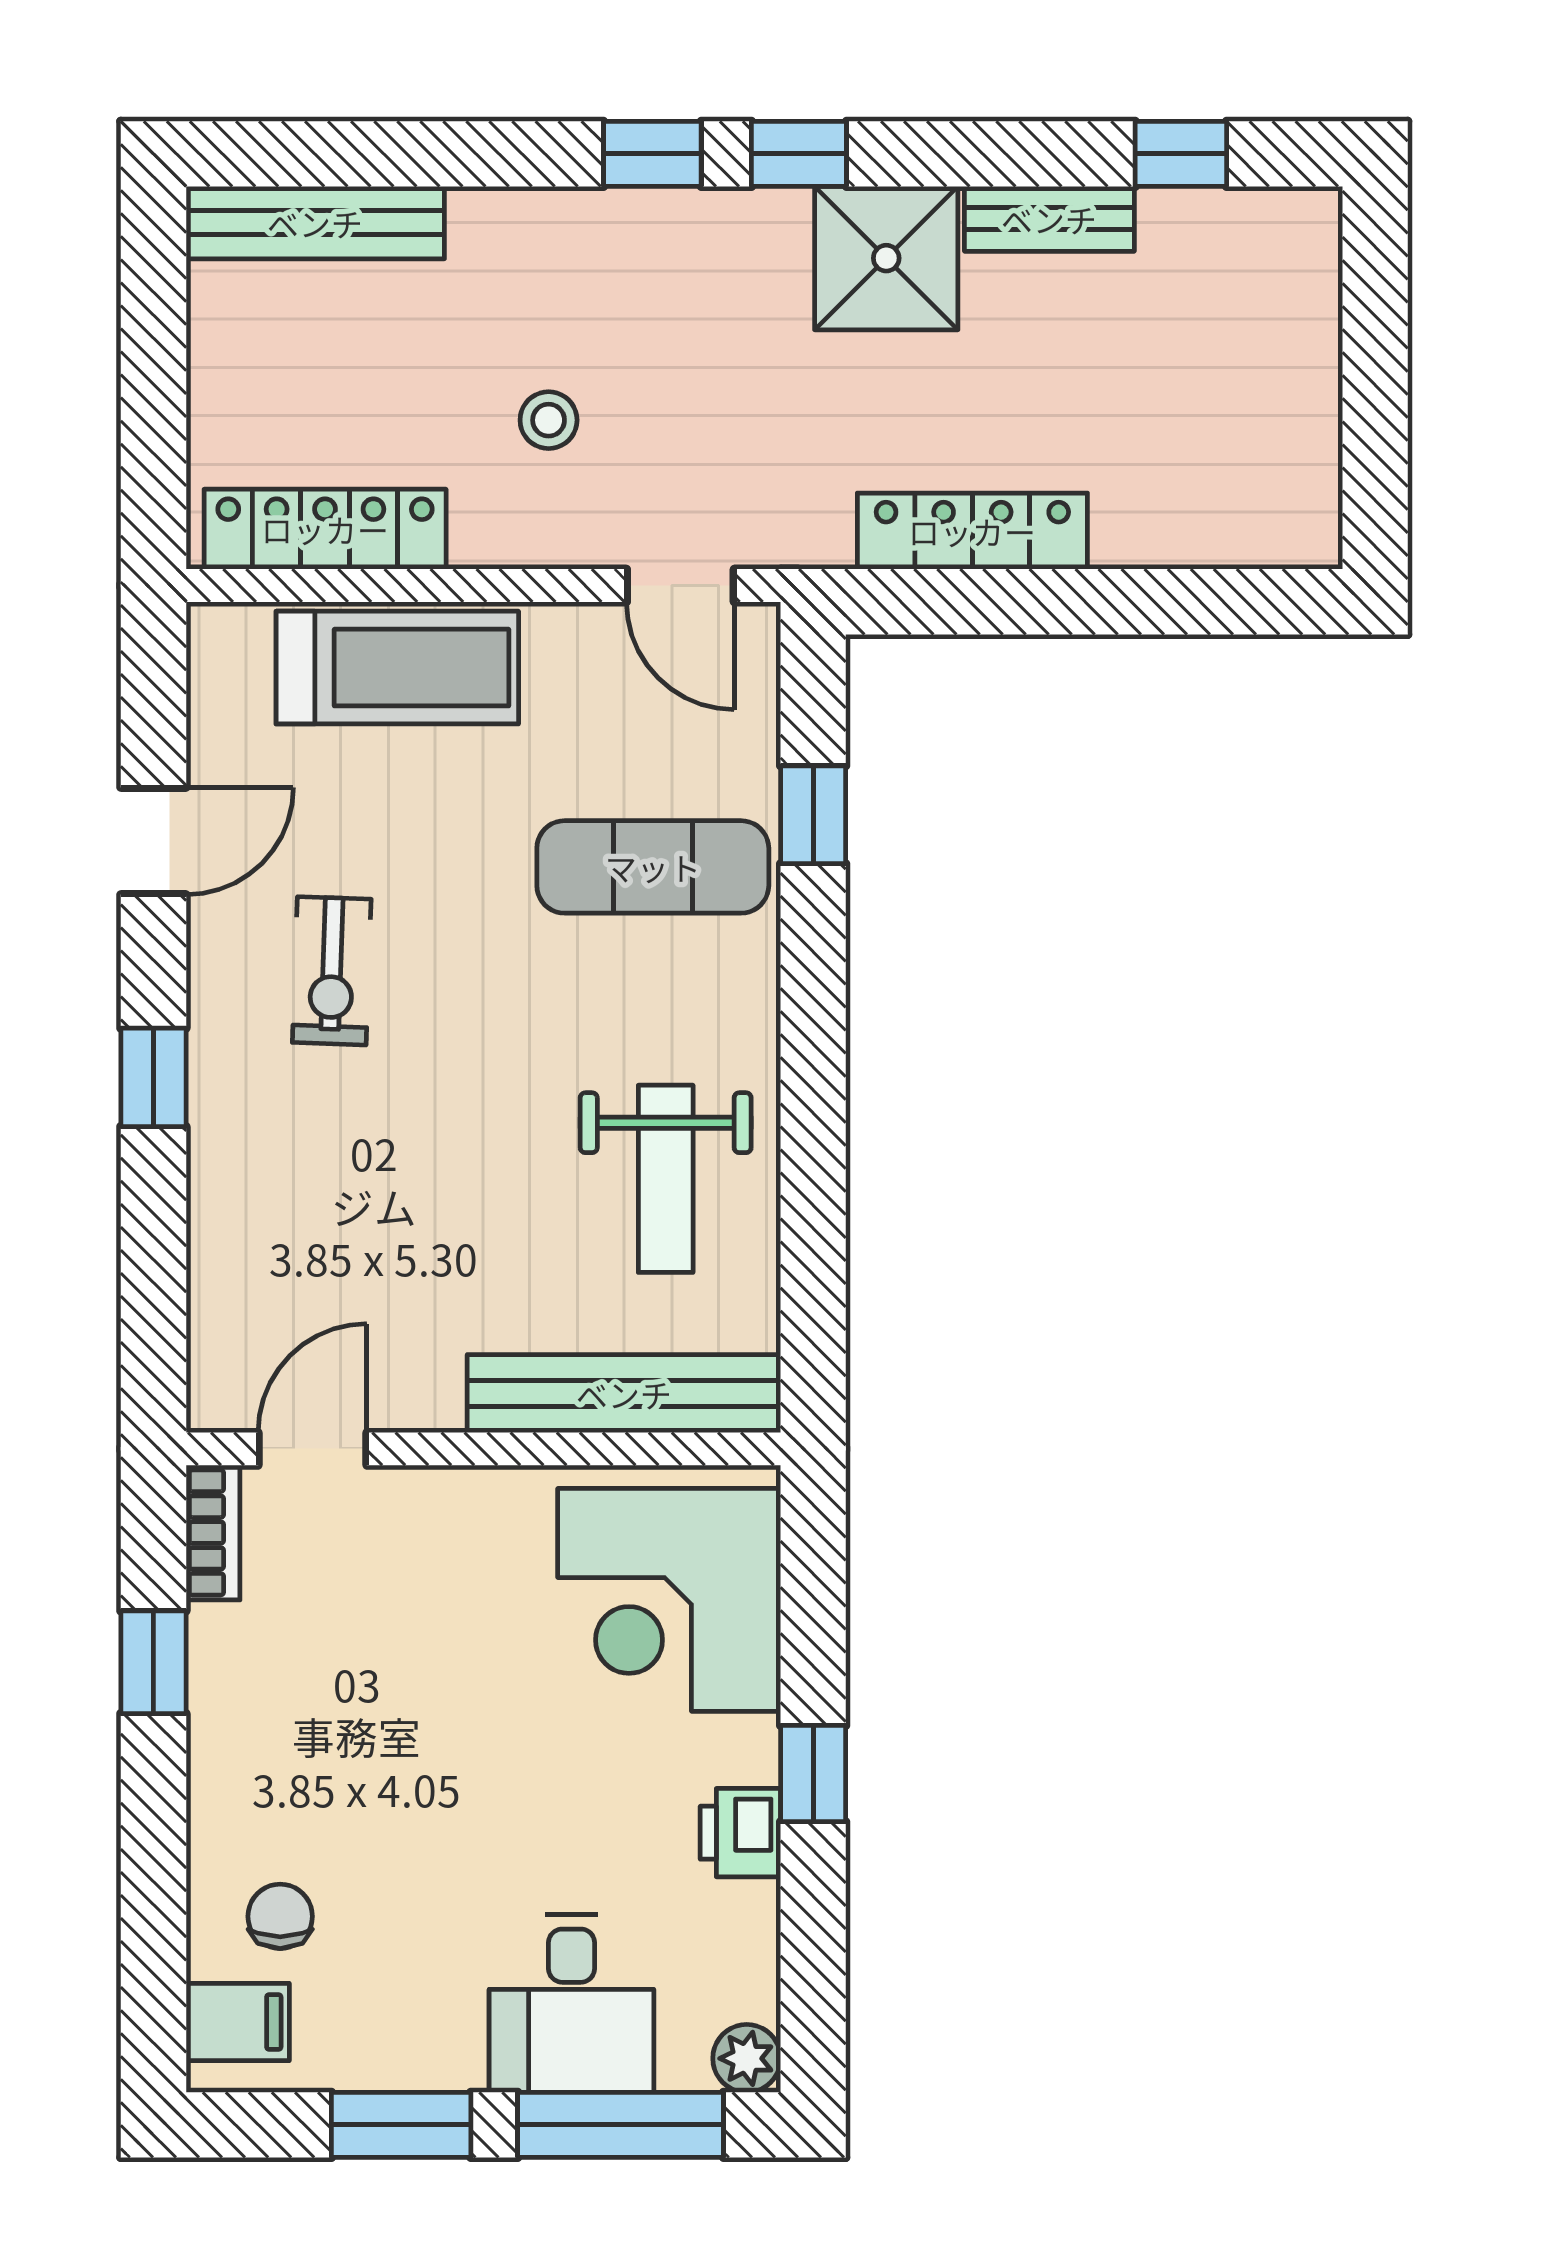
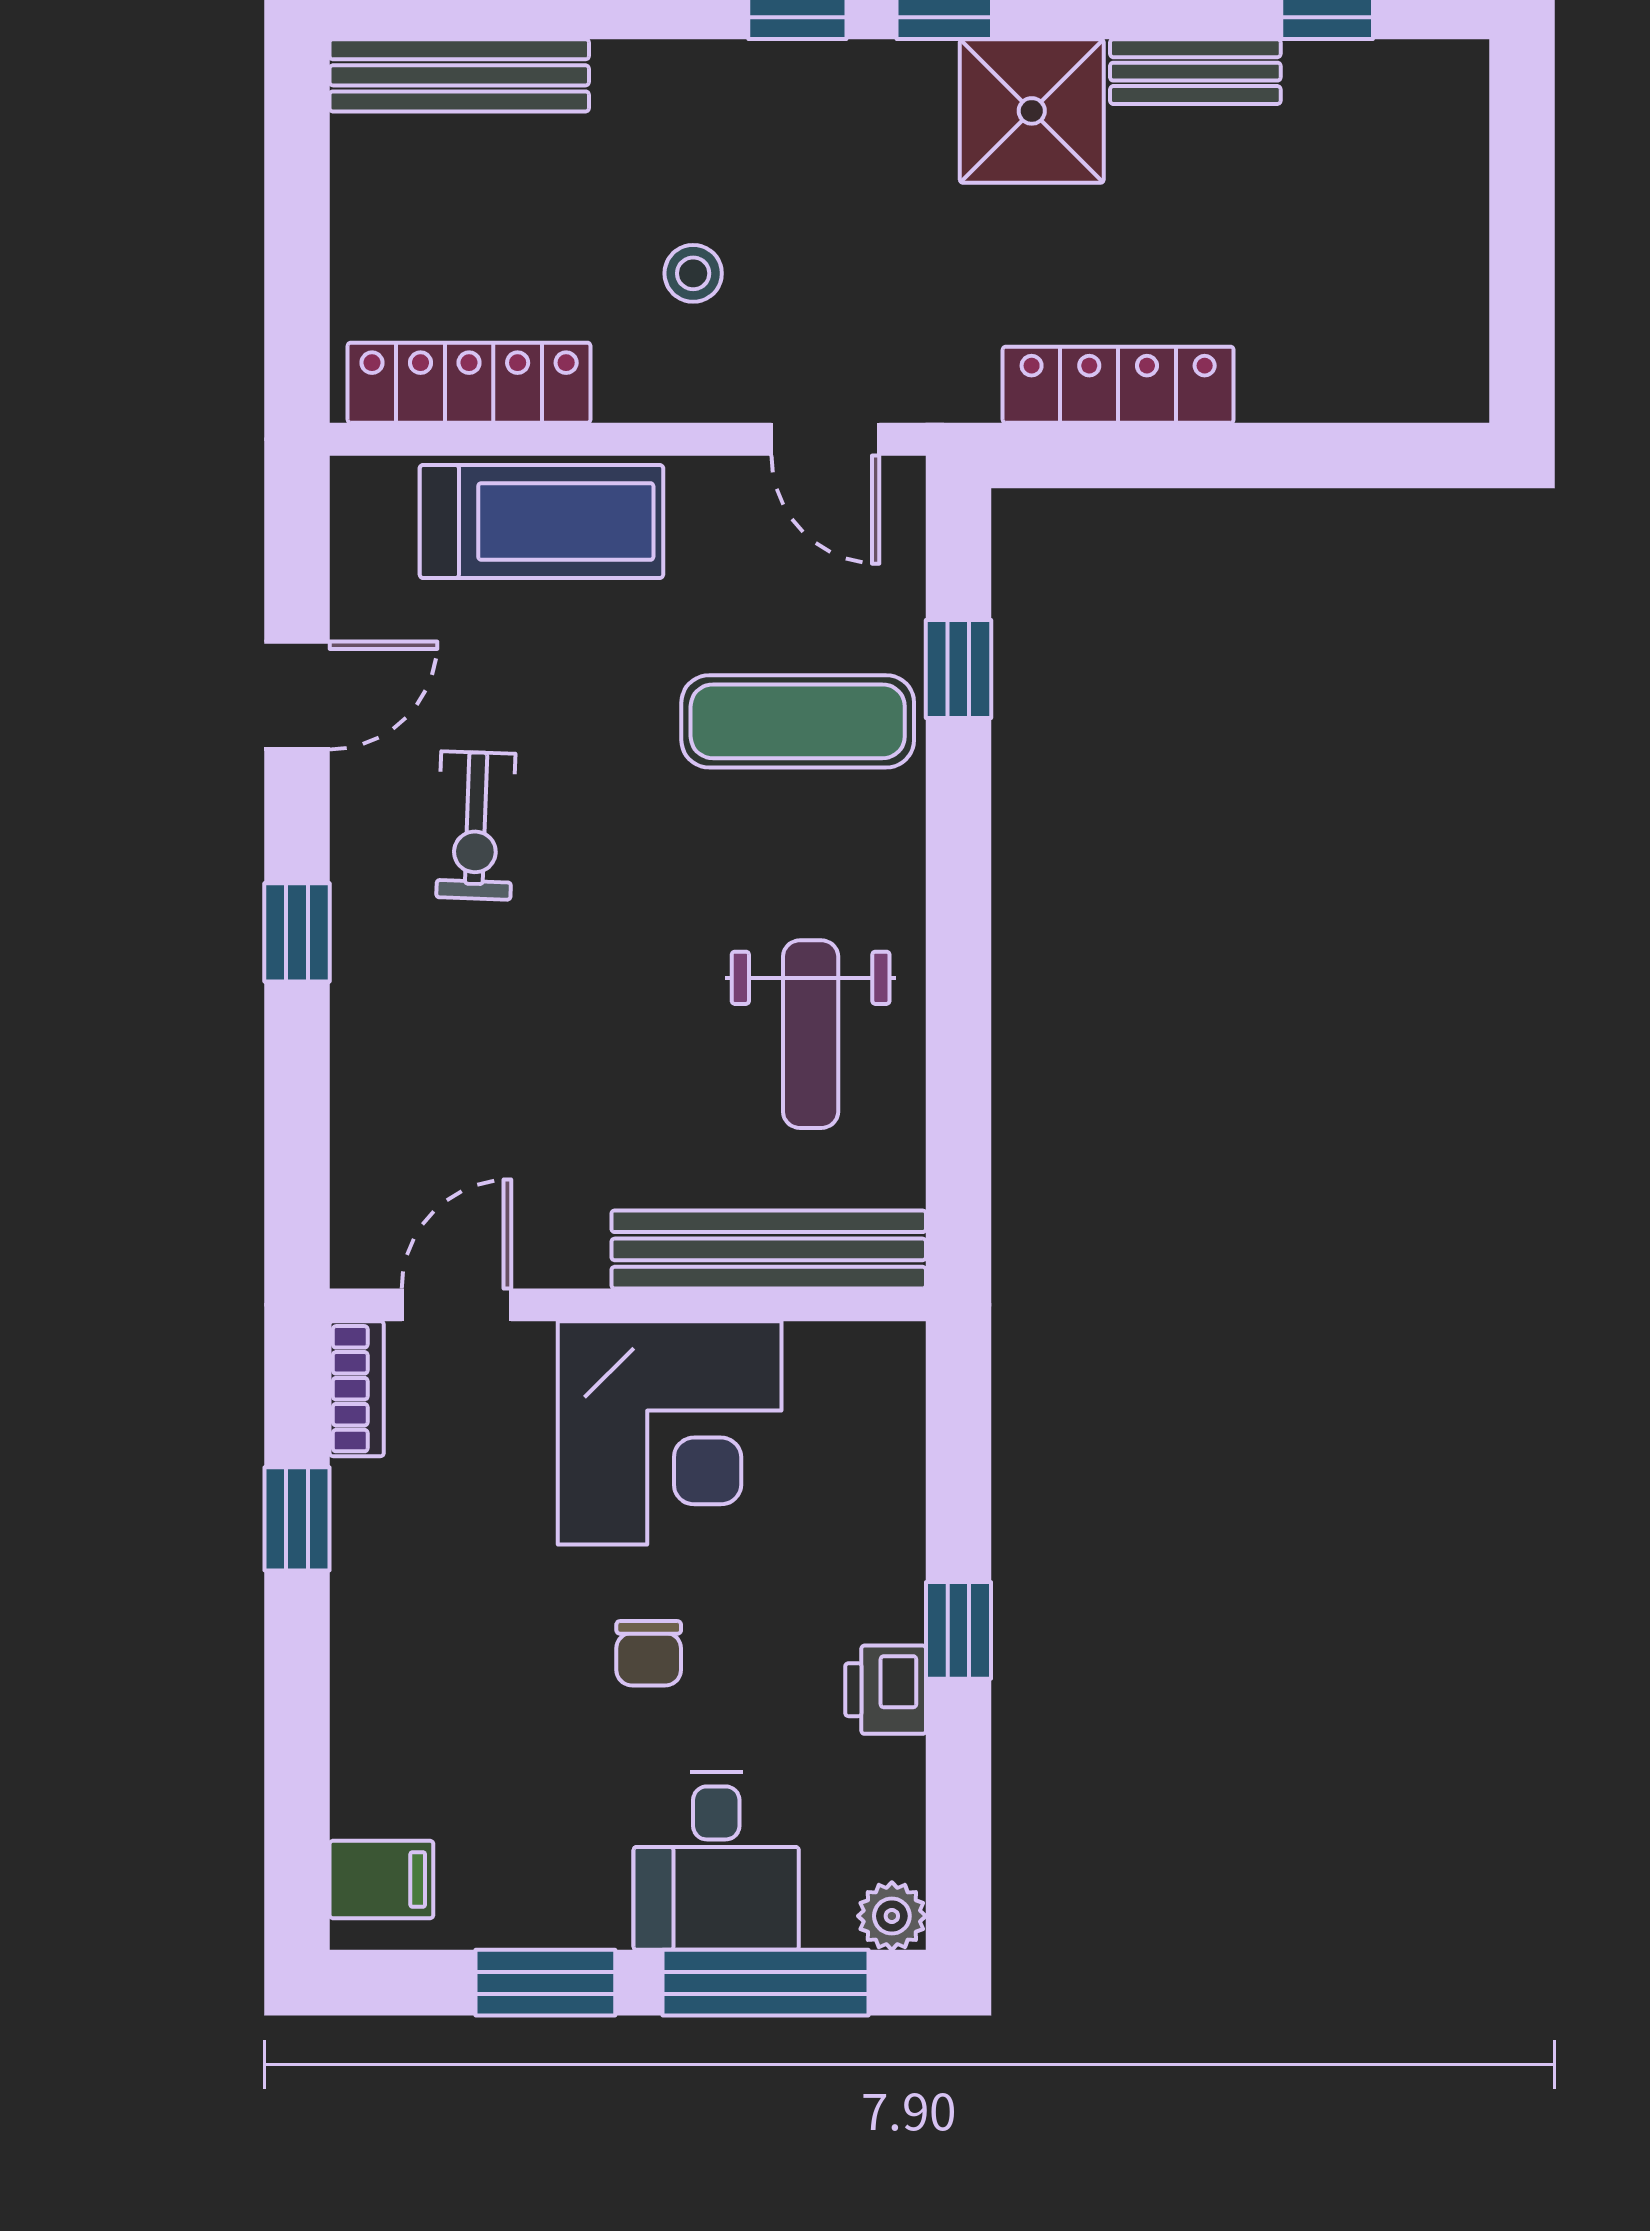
corner desk: (669, 1600) -> (670, 1433), moved, turned -90
chair: (280, 1916) -> (649, 1653), moved, turned 180

